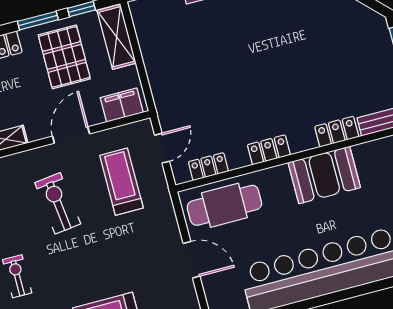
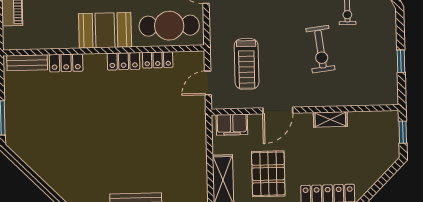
locker: (208, 167) -> (158, 60), moved
booth: (324, 175) -> (105, 30), moved
exercise bike: (58, 203) -> (320, 49), moved

